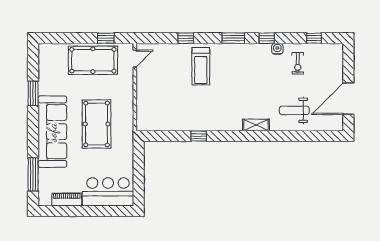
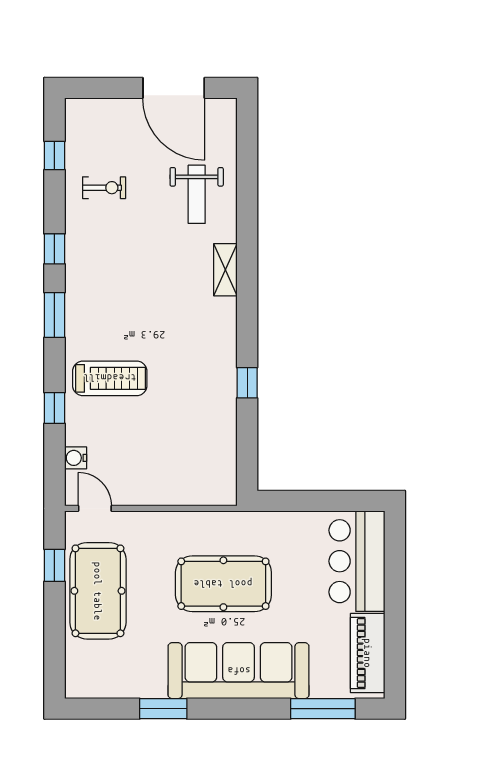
water cooler: (277, 49) -> (76, 458), moved
piano: (67, 199) -> (368, 653), width x1.37, depth x1.33

